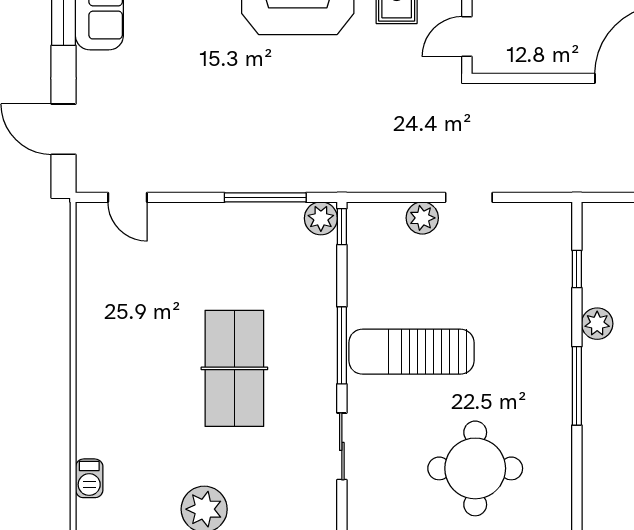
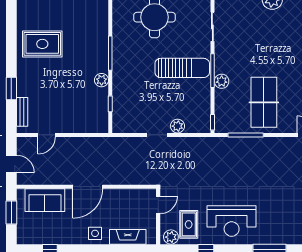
plant: (321, 218) -> (222, 81), moved
table tennis table: (234, 368) -> (264, 102), moved

